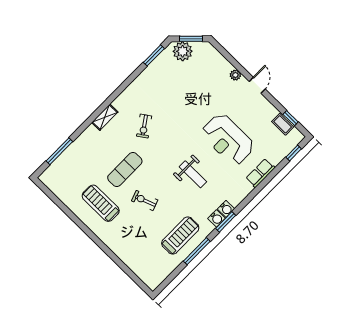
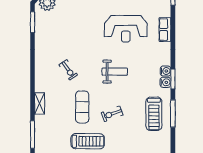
shelving: (105, 117) -> (40, 103), moved
weight bench: (193, 174) -> (115, 72), moved
treadmill: (101, 203) -> (88, 141), turned 180
treadmill: (180, 236) -> (154, 114), turned 180

